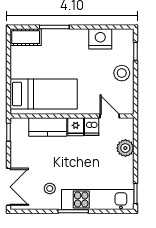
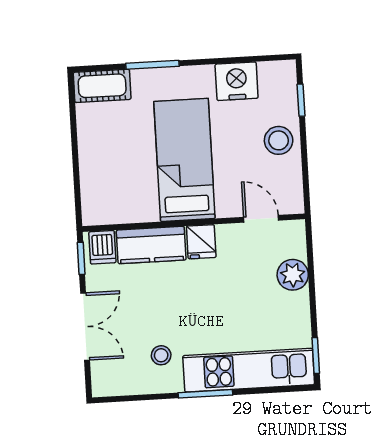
bed: (44, 94) -> (184, 160), moved, turned -90
dishwasher: (92, 127) -> (102, 247), moved
double door: (8, 187) -> (85, 327), moved

